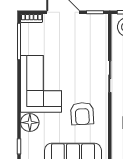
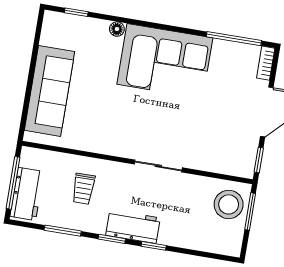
armchair: (82, 114) -> (110, 115), removed
floor lamp: (30, 123) -> (117, 29), width x0.53, depth x0.53

